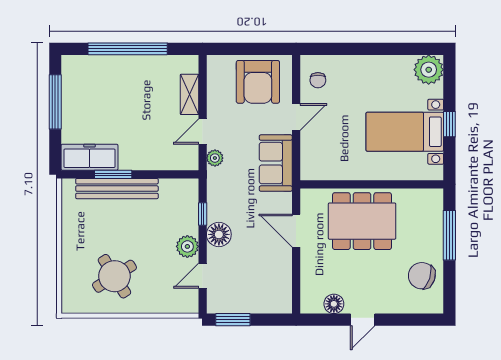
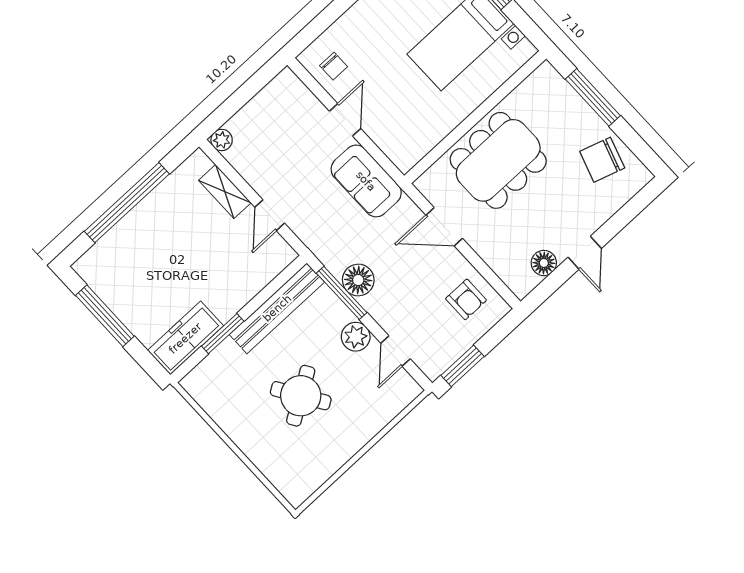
armchair: (258, 82) -> (466, 299), moved, width x0.53, depth x0.53
plant: (215, 158) -> (222, 140), moved
bench: (117, 189) -> (277, 308), moved
window: (203, 214) -> (342, 293), width x2.17
floor lamp: (219, 234) -> (358, 280), moved
round table: (114, 276) -> (301, 396), moved

